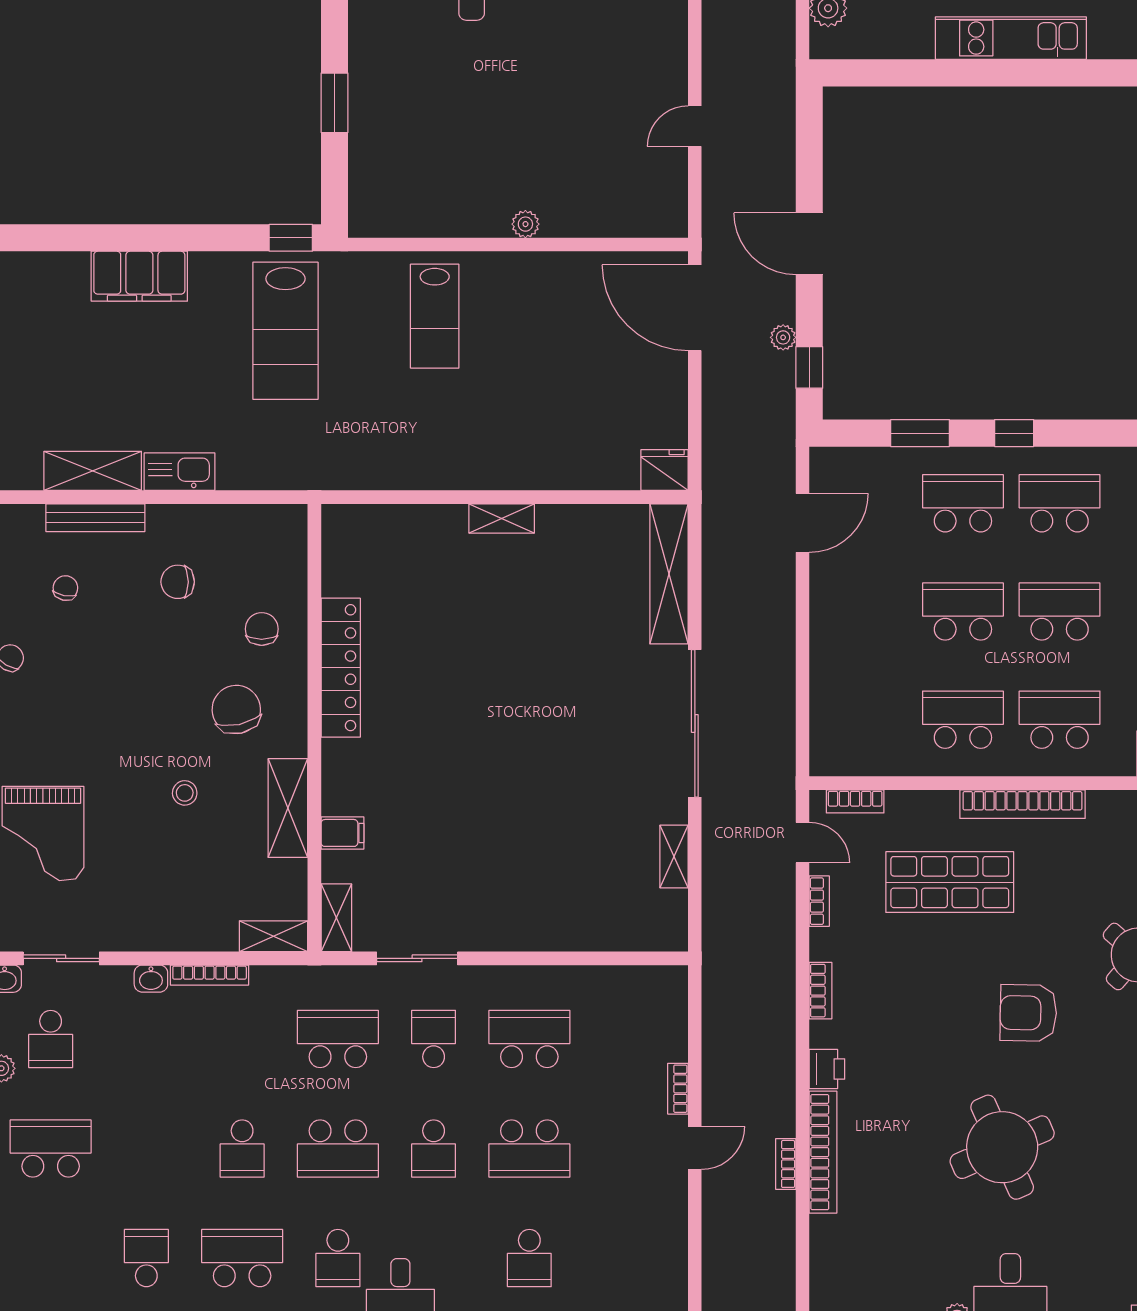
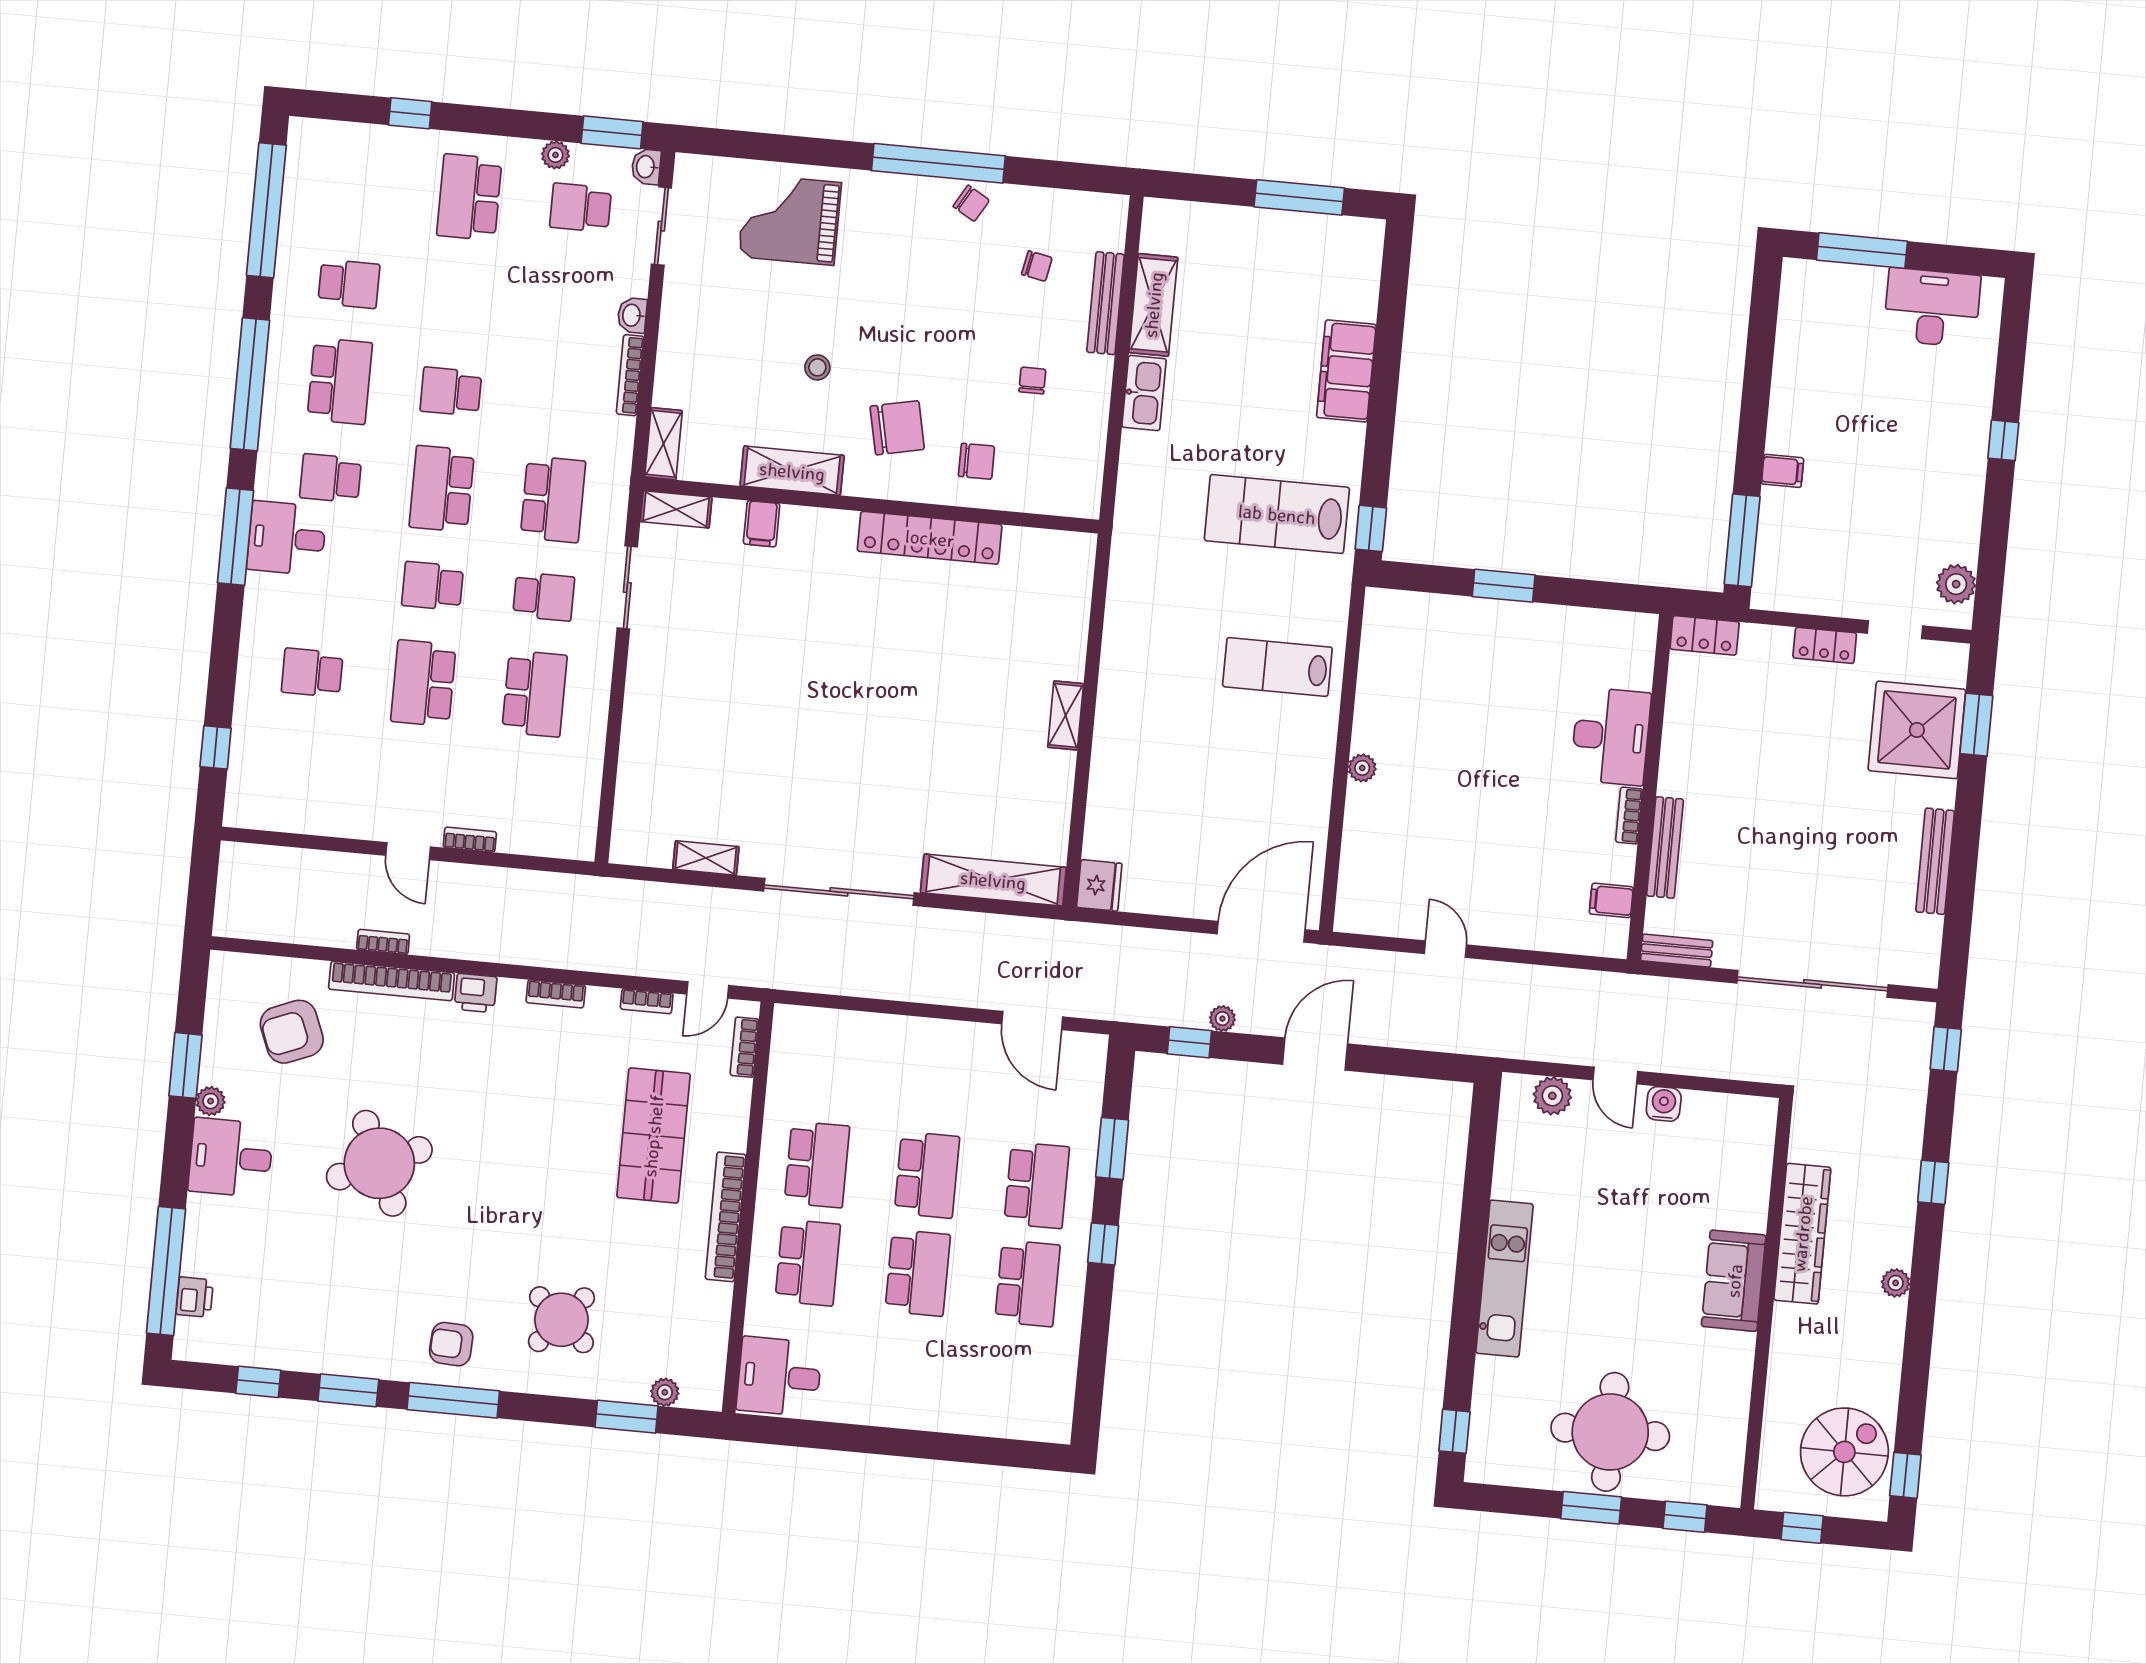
chair: (178, 582) -> (1032, 381), width x0.73, depth x0.73
armchair: (1028, 1013) -> (292, 1032), moved, turned -113
school desk: (51, 1149) -> (469, 197), turned 180

